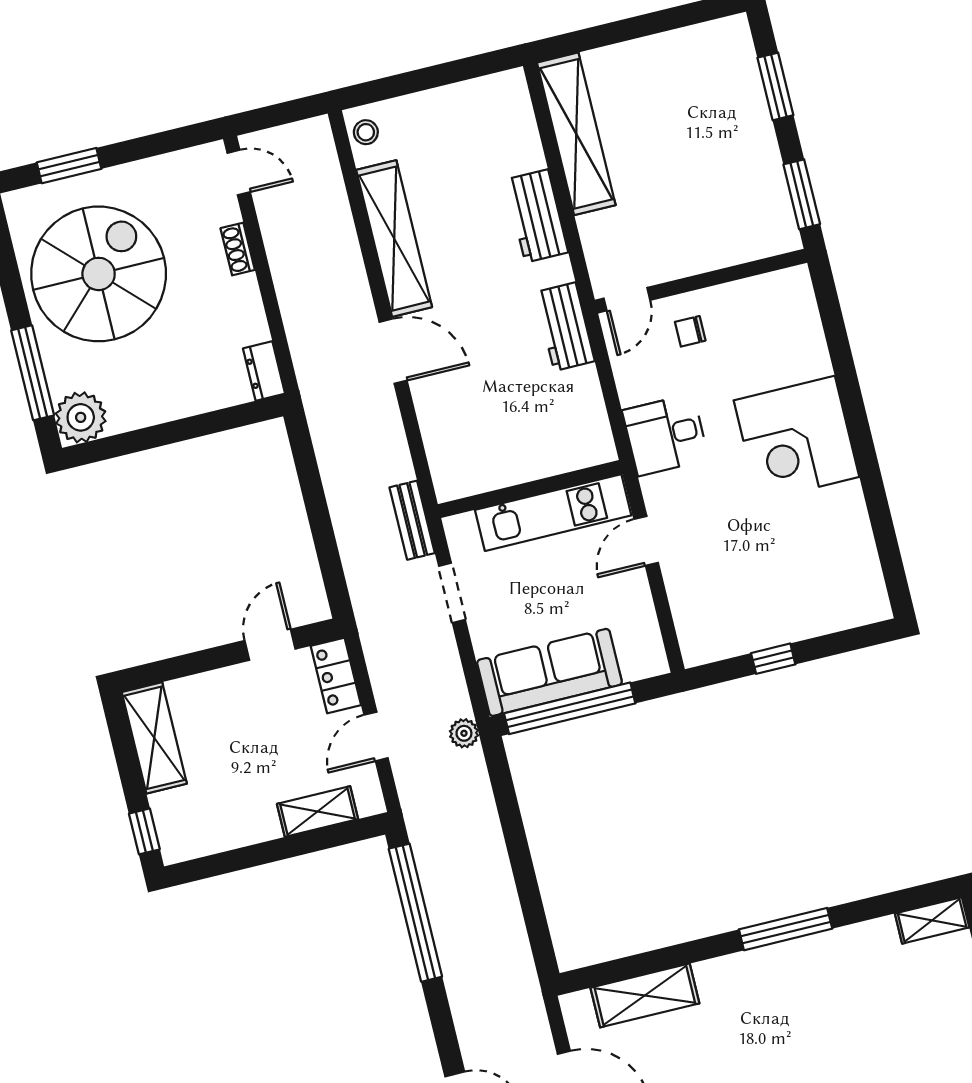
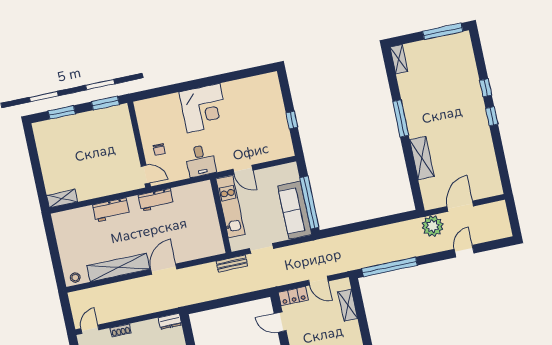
shelving: (576, 134) -> (62, 199), width x0.45, depth x0.75
plant: (464, 733) -> (433, 226), moved, width x1.88, depth x1.88
shelving: (645, 995) -> (422, 158), moved

